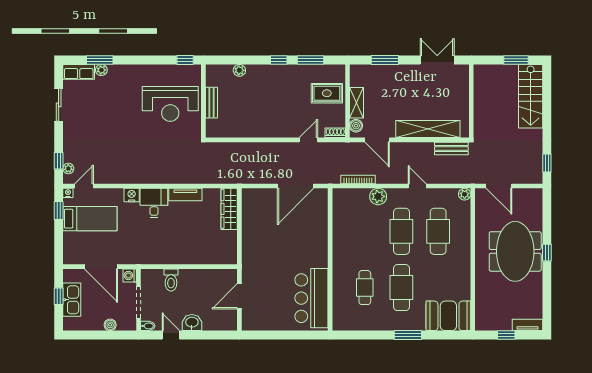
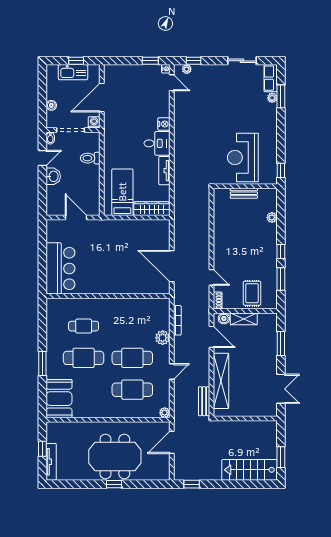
door: (377, 140) -> (212, 337), swing flipped
bed: (90, 219) -> (122, 192), moved, turned 180
bar counter: (311, 298) -> (60, 268), moved, turned 90
tv unit: (527, 325) -> (51, 462), width x1.41

